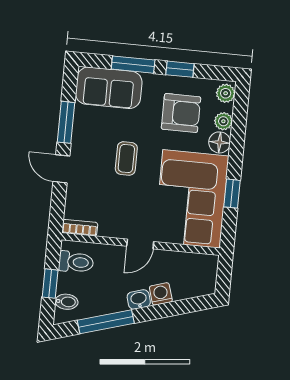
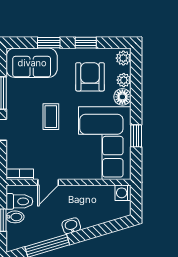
window: (133, 65) -> (49, 43), width x0.67
armchair: (181, 113) -> (90, 77), turned -90
door: (140, 244) -> (48, 182), moved
washing machine: (161, 294) -> (123, 193), moved, turned -73
bidet: (66, 302) -> (15, 217), moved

